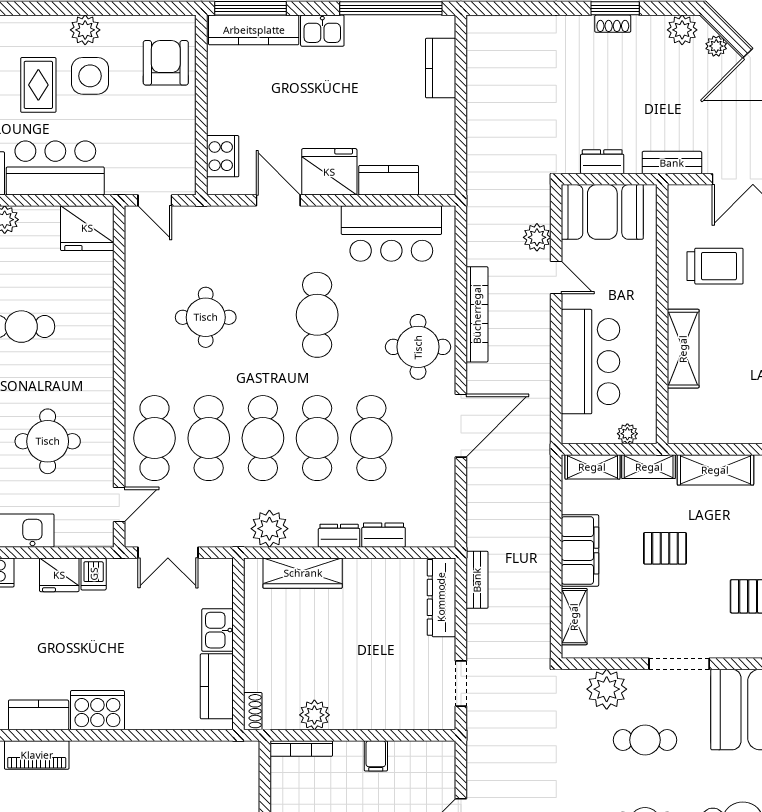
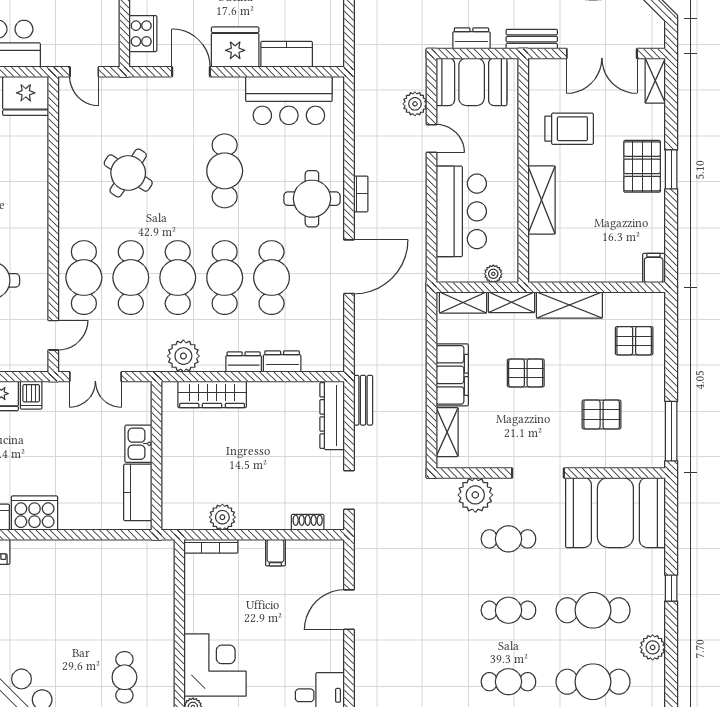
bookcase: (477, 314) -> (361, 194), width x0.43, depth x0.76
round table: (206, 317) -> (128, 173), turned 33
shoe rack: (253, 711) -> (308, 522), moved, turned -90

